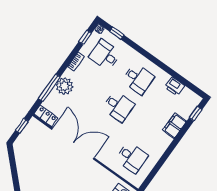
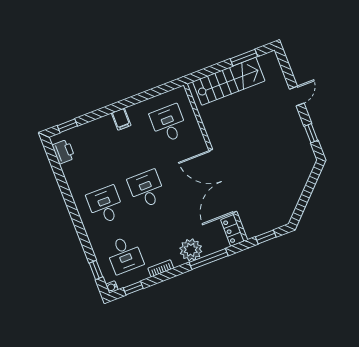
printer: (175, 86) -> (64, 152), moved
filing cabinet: (175, 126) -> (121, 119), moved, width x0.50

